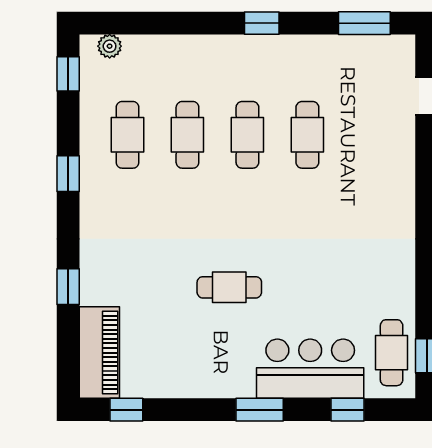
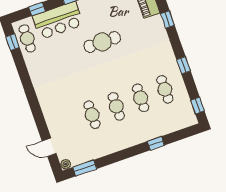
window: (262, 23) -> (156, 143), moved
plant: (110, 46) -> (66, 164), moved
cafe table: (229, 287) -> (102, 42), width x1.37, depth x1.35

